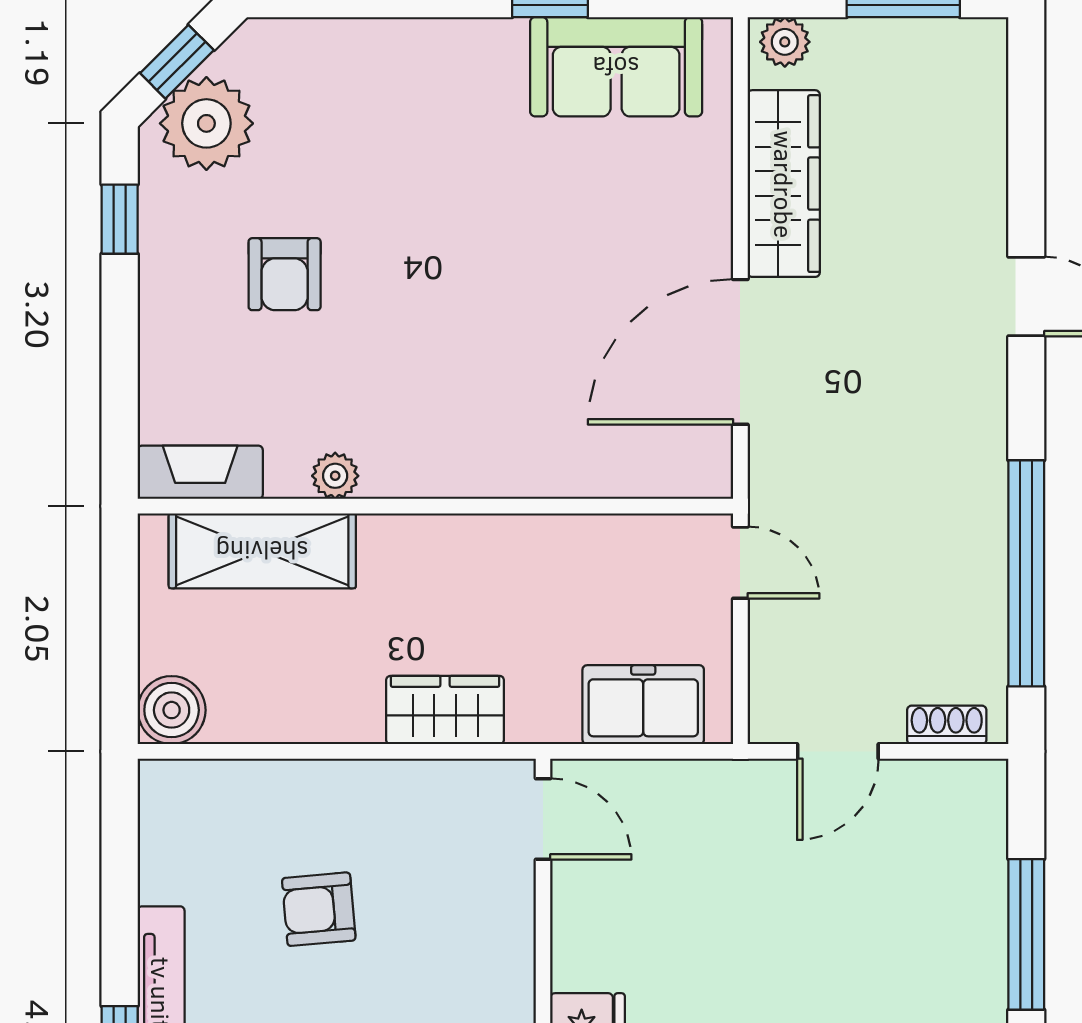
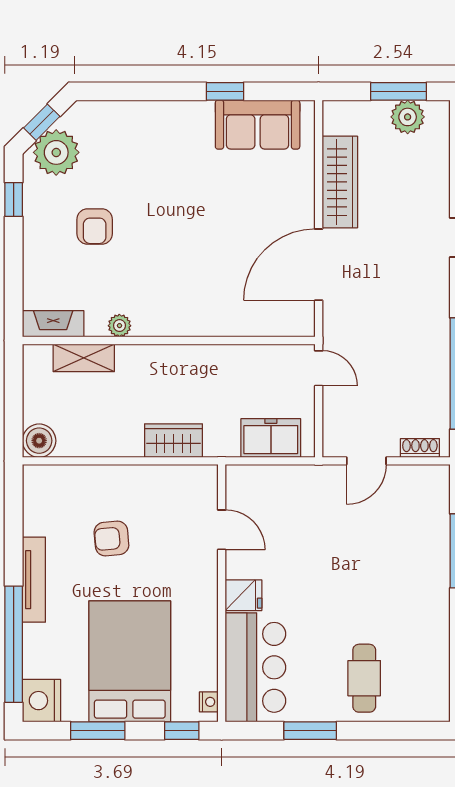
plant: (785, 42) -> (408, 117), moved, width x1.38, depth x1.38
shelving: (262, 551) -> (84, 358), width x0.67, depth x0.75
door: (543, 819) -> (222, 530), moved

